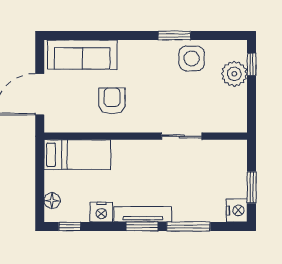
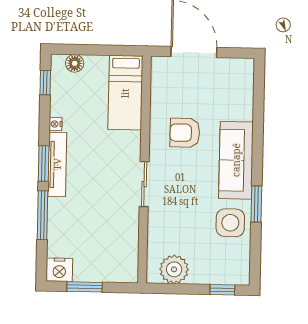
sofa: (82, 55) -> (236, 160), moved
plant: (234, 74) -> (174, 269), moved
armchair: (112, 101) -> (185, 133), turned 180
sliding door: (182, 136) -> (144, 184), moved
nightstand: (101, 212) -> (56, 124), width x0.53, depth x0.56

